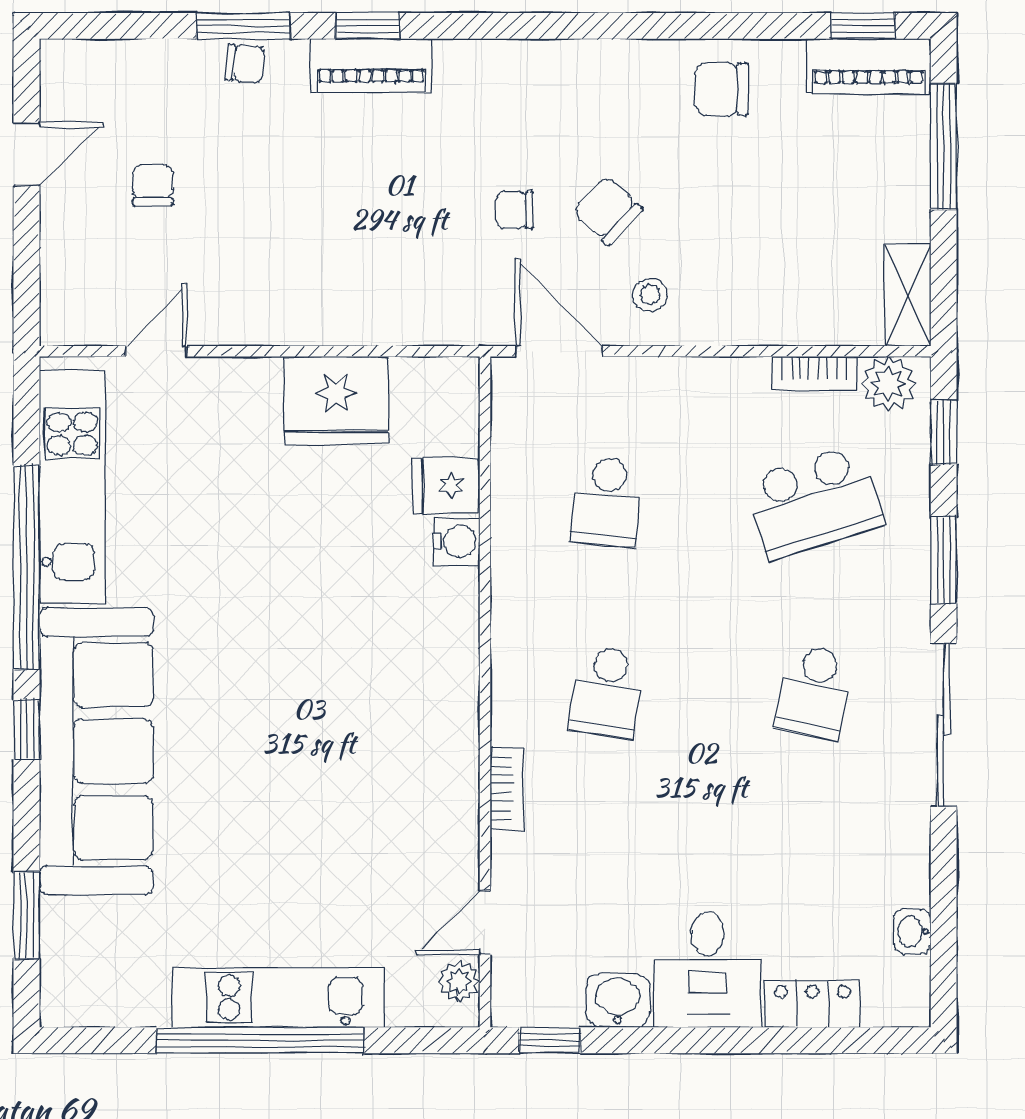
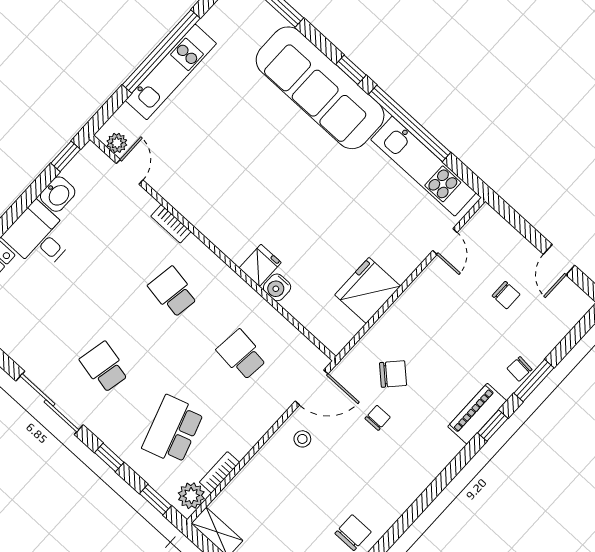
chair: (608, 211) -> (393, 374), moved
fridge: (446, 485) -> (260, 265), moved
window: (944, 560) -> (109, 457), width x0.67

